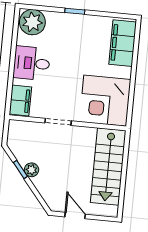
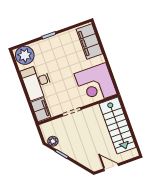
desk: (32, 63) -> (37, 82), width x1.37
plant: (32, 170) -> (53, 141), moved

